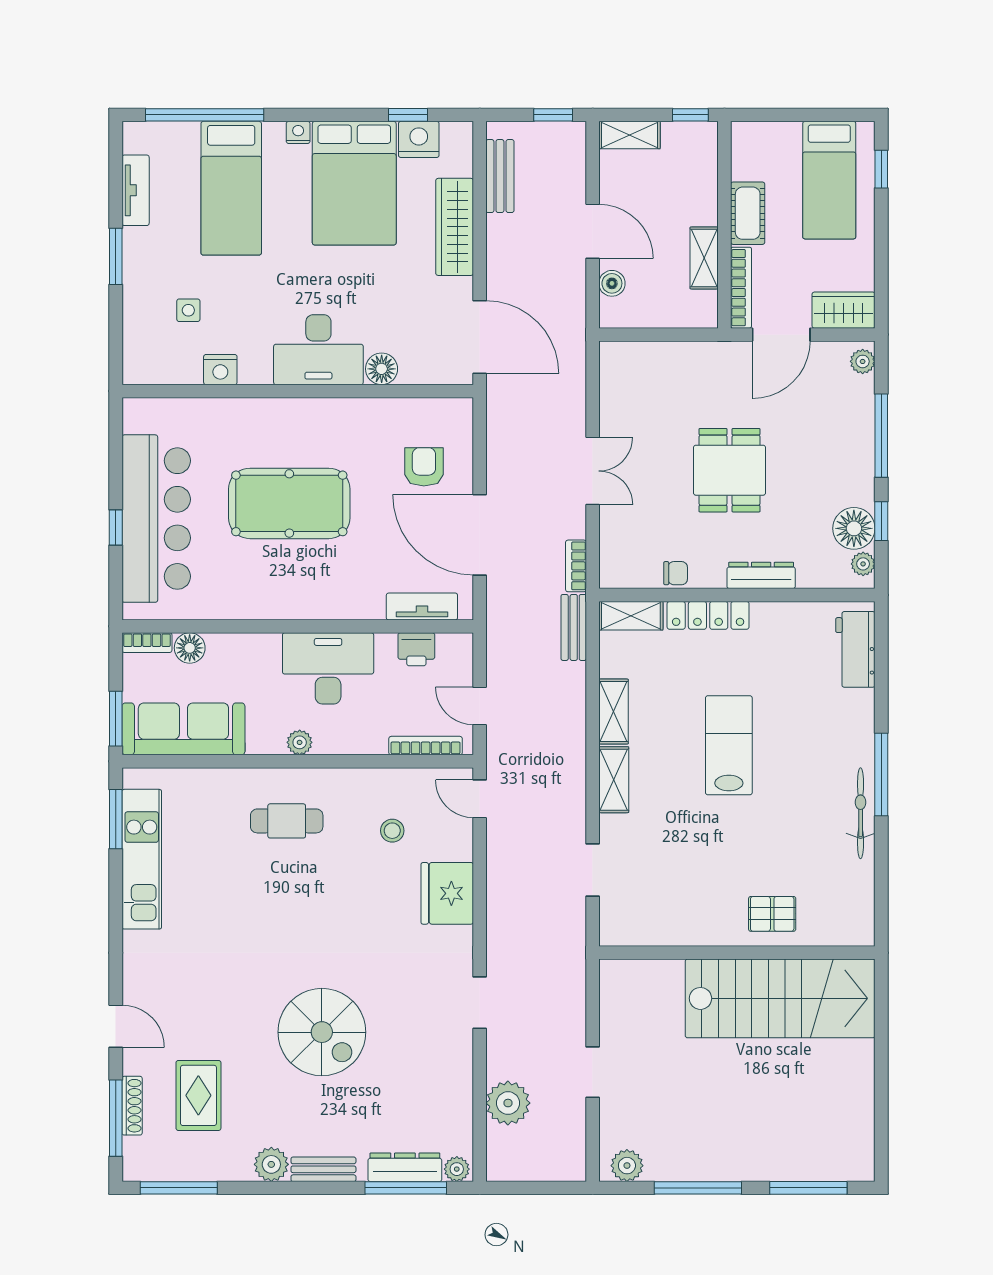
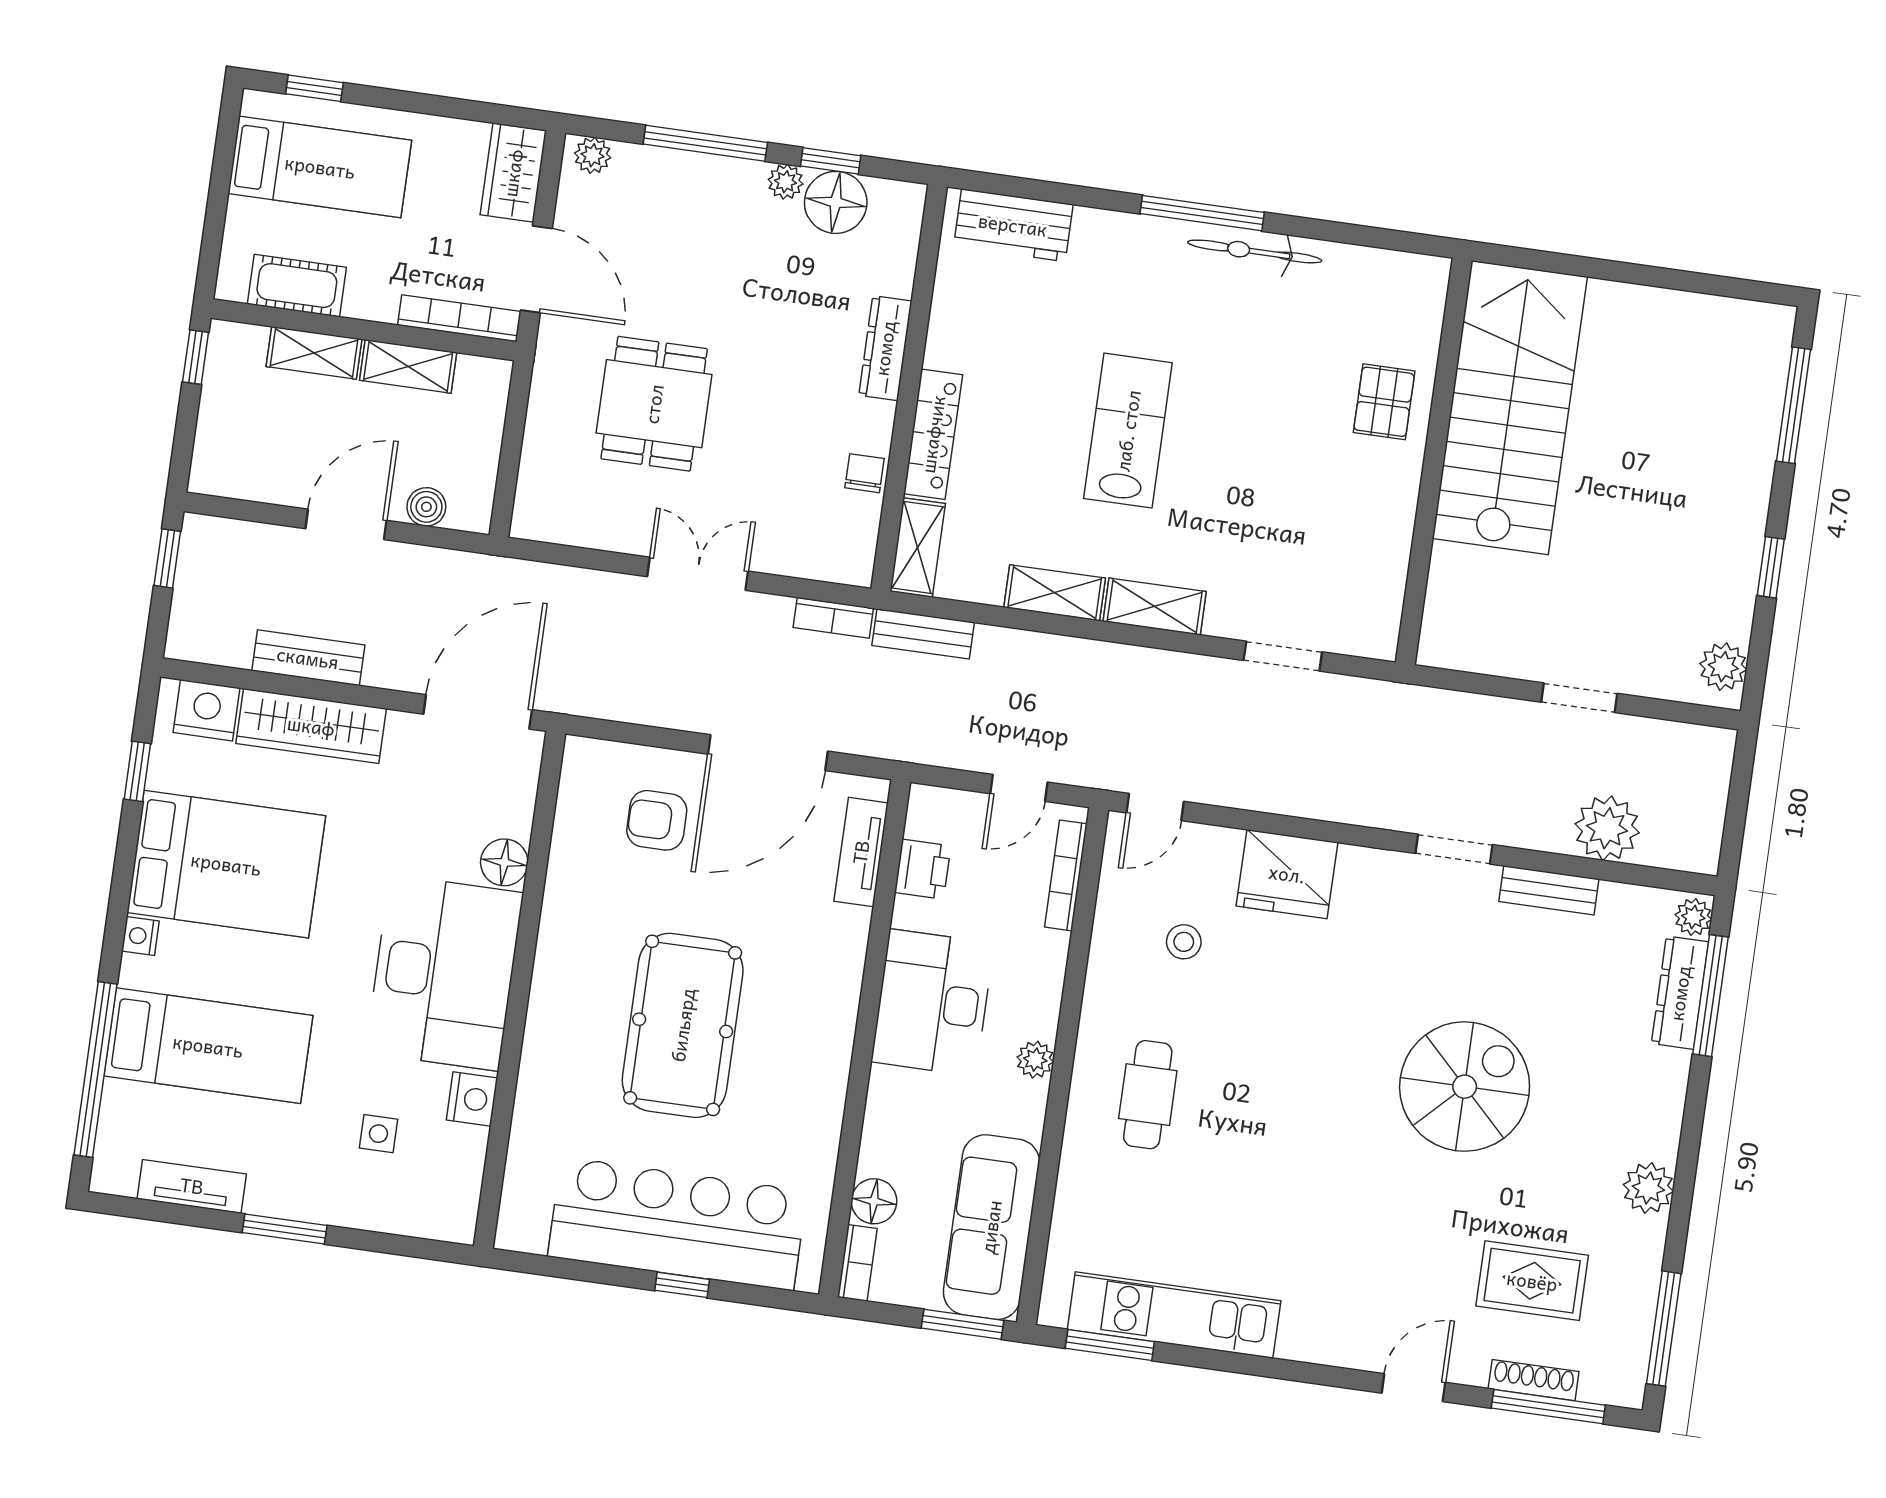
shelving: (630, 135) -> (314, 353), moved, turned 90
nightstand: (419, 139) -> (207, 710), moved, turned 90
bench: (500, 176) -> (308, 658), moved
cot: (748, 213) -> (297, 286), moved
desk: (318, 350) -> (444, 973), width x1.36, depth x1.30
dining table: (730, 470) -> (654, 404), moved, turned 90
plant: (863, 564) -> (786, 182), moved
lab bench: (729, 745) -> (1128, 431), turned 90
bench: (323, 1169) -> (1549, 890), moved, turned 90
window: (698, 1188) -> (1771, 567), width x0.46

